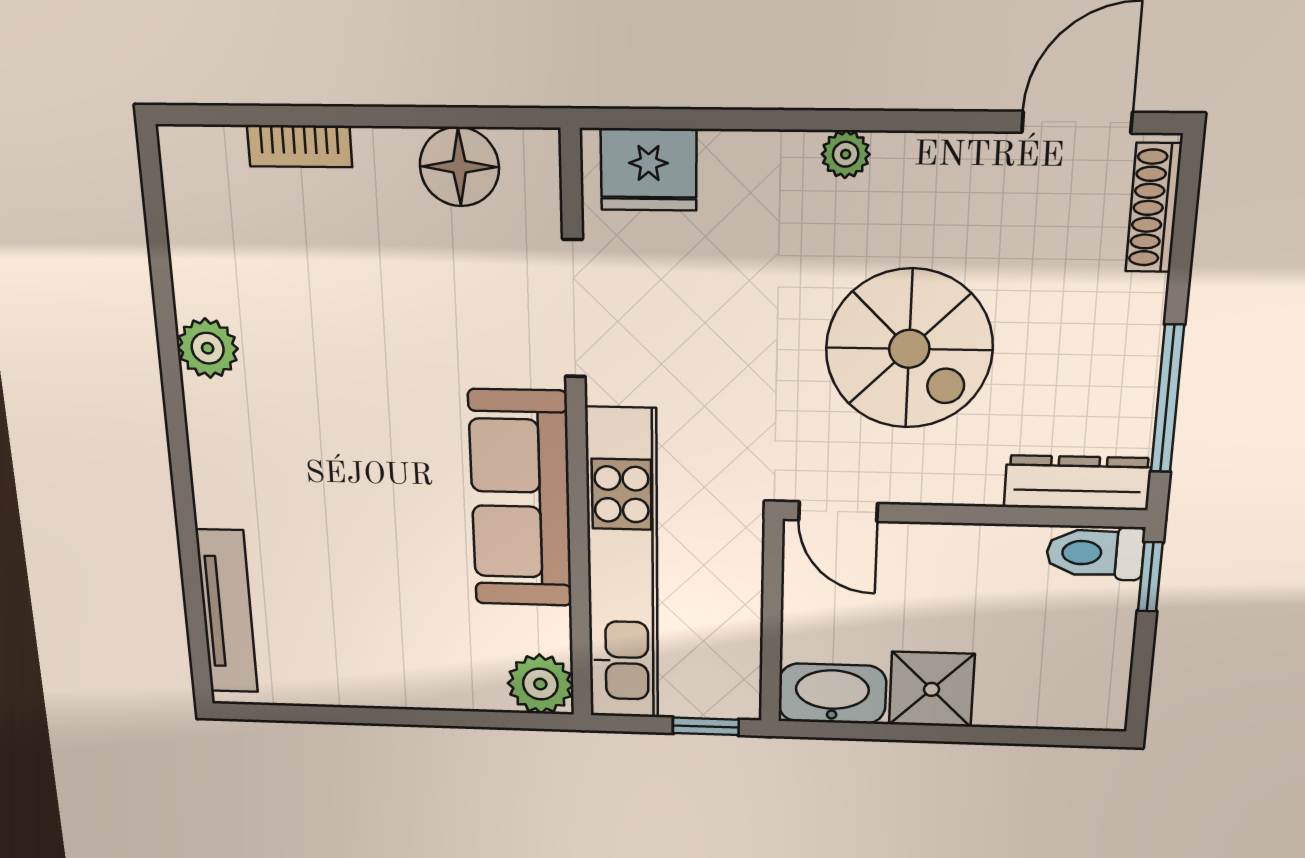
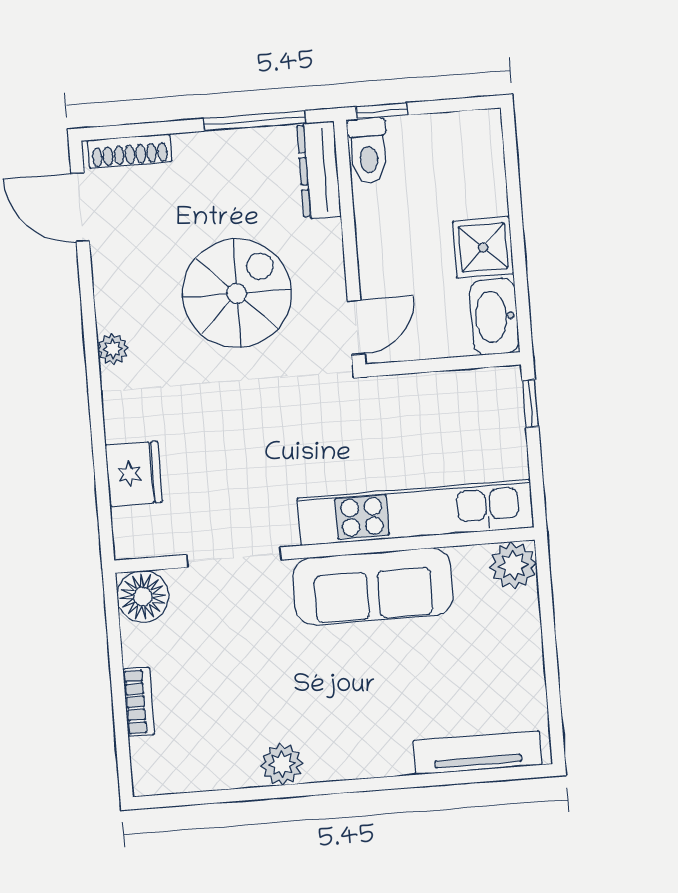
doorway: (574, 309) -> (234, 557), moved
wall: (577, 438) -> (325, 550), moved
sofa: (521, 499) -> (373, 586), moved
kitchen unit: (622, 566) -> (416, 513), moved
plant: (540, 684) -> (513, 565), moved

